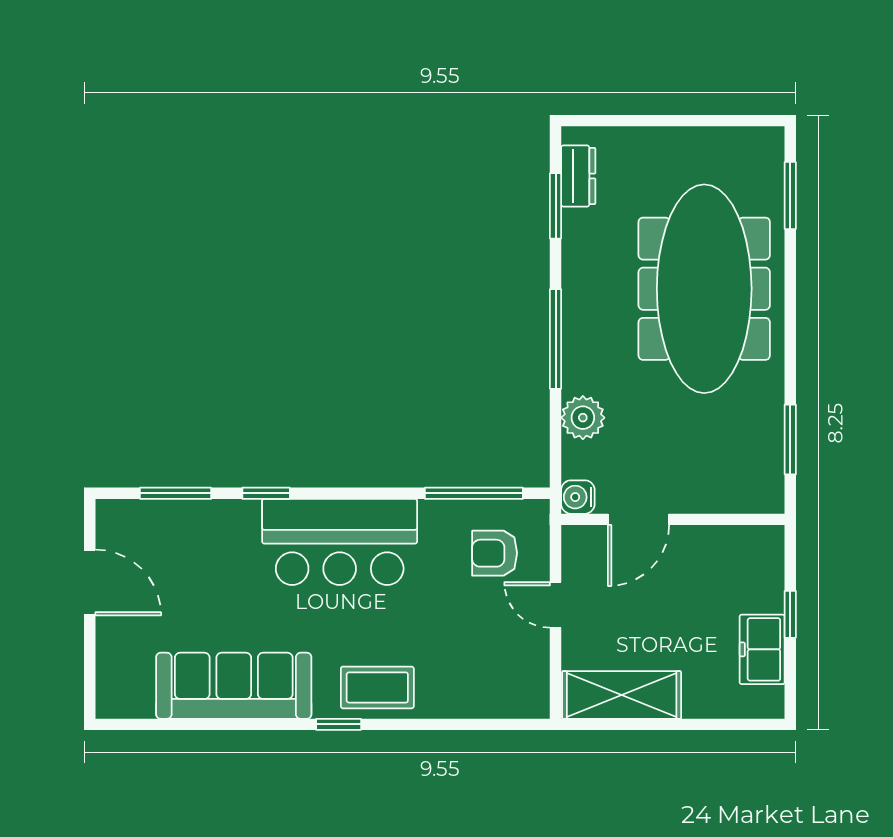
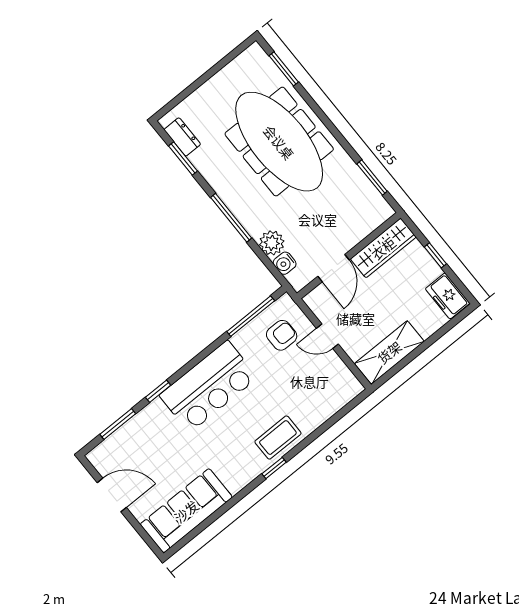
water cooler: (578, 497) -> (285, 263), moved
wardrobe: (728, 547) -> (383, 248), added
armchair: (495, 553) -> (282, 335), turned 180
freezer: (762, 649) -> (448, 296), moved
sofa: (234, 686) -> (186, 511), moved

